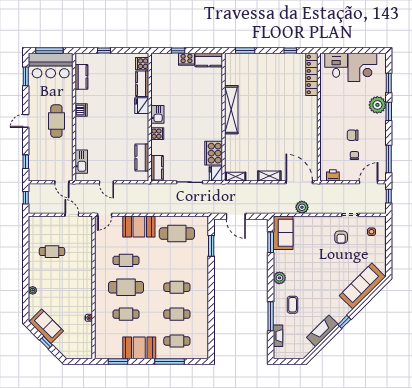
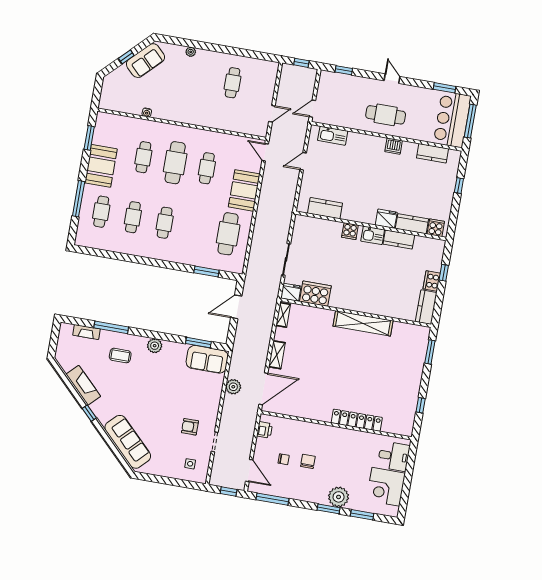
locker: (312, 74) -> (357, 420), moved
kitchen counter: (157, 168) -> (399, 239), moved

